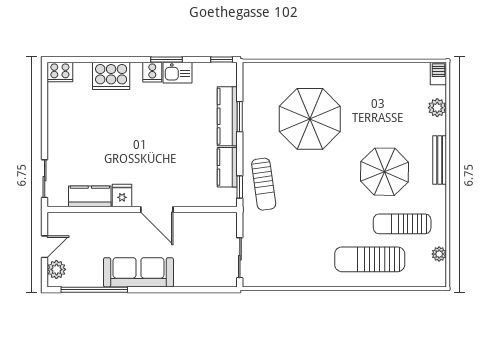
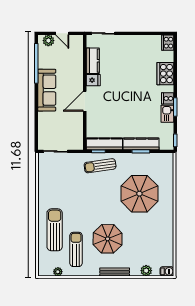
kitchen counter: (227, 167) -> (104, 144), width x1.50

